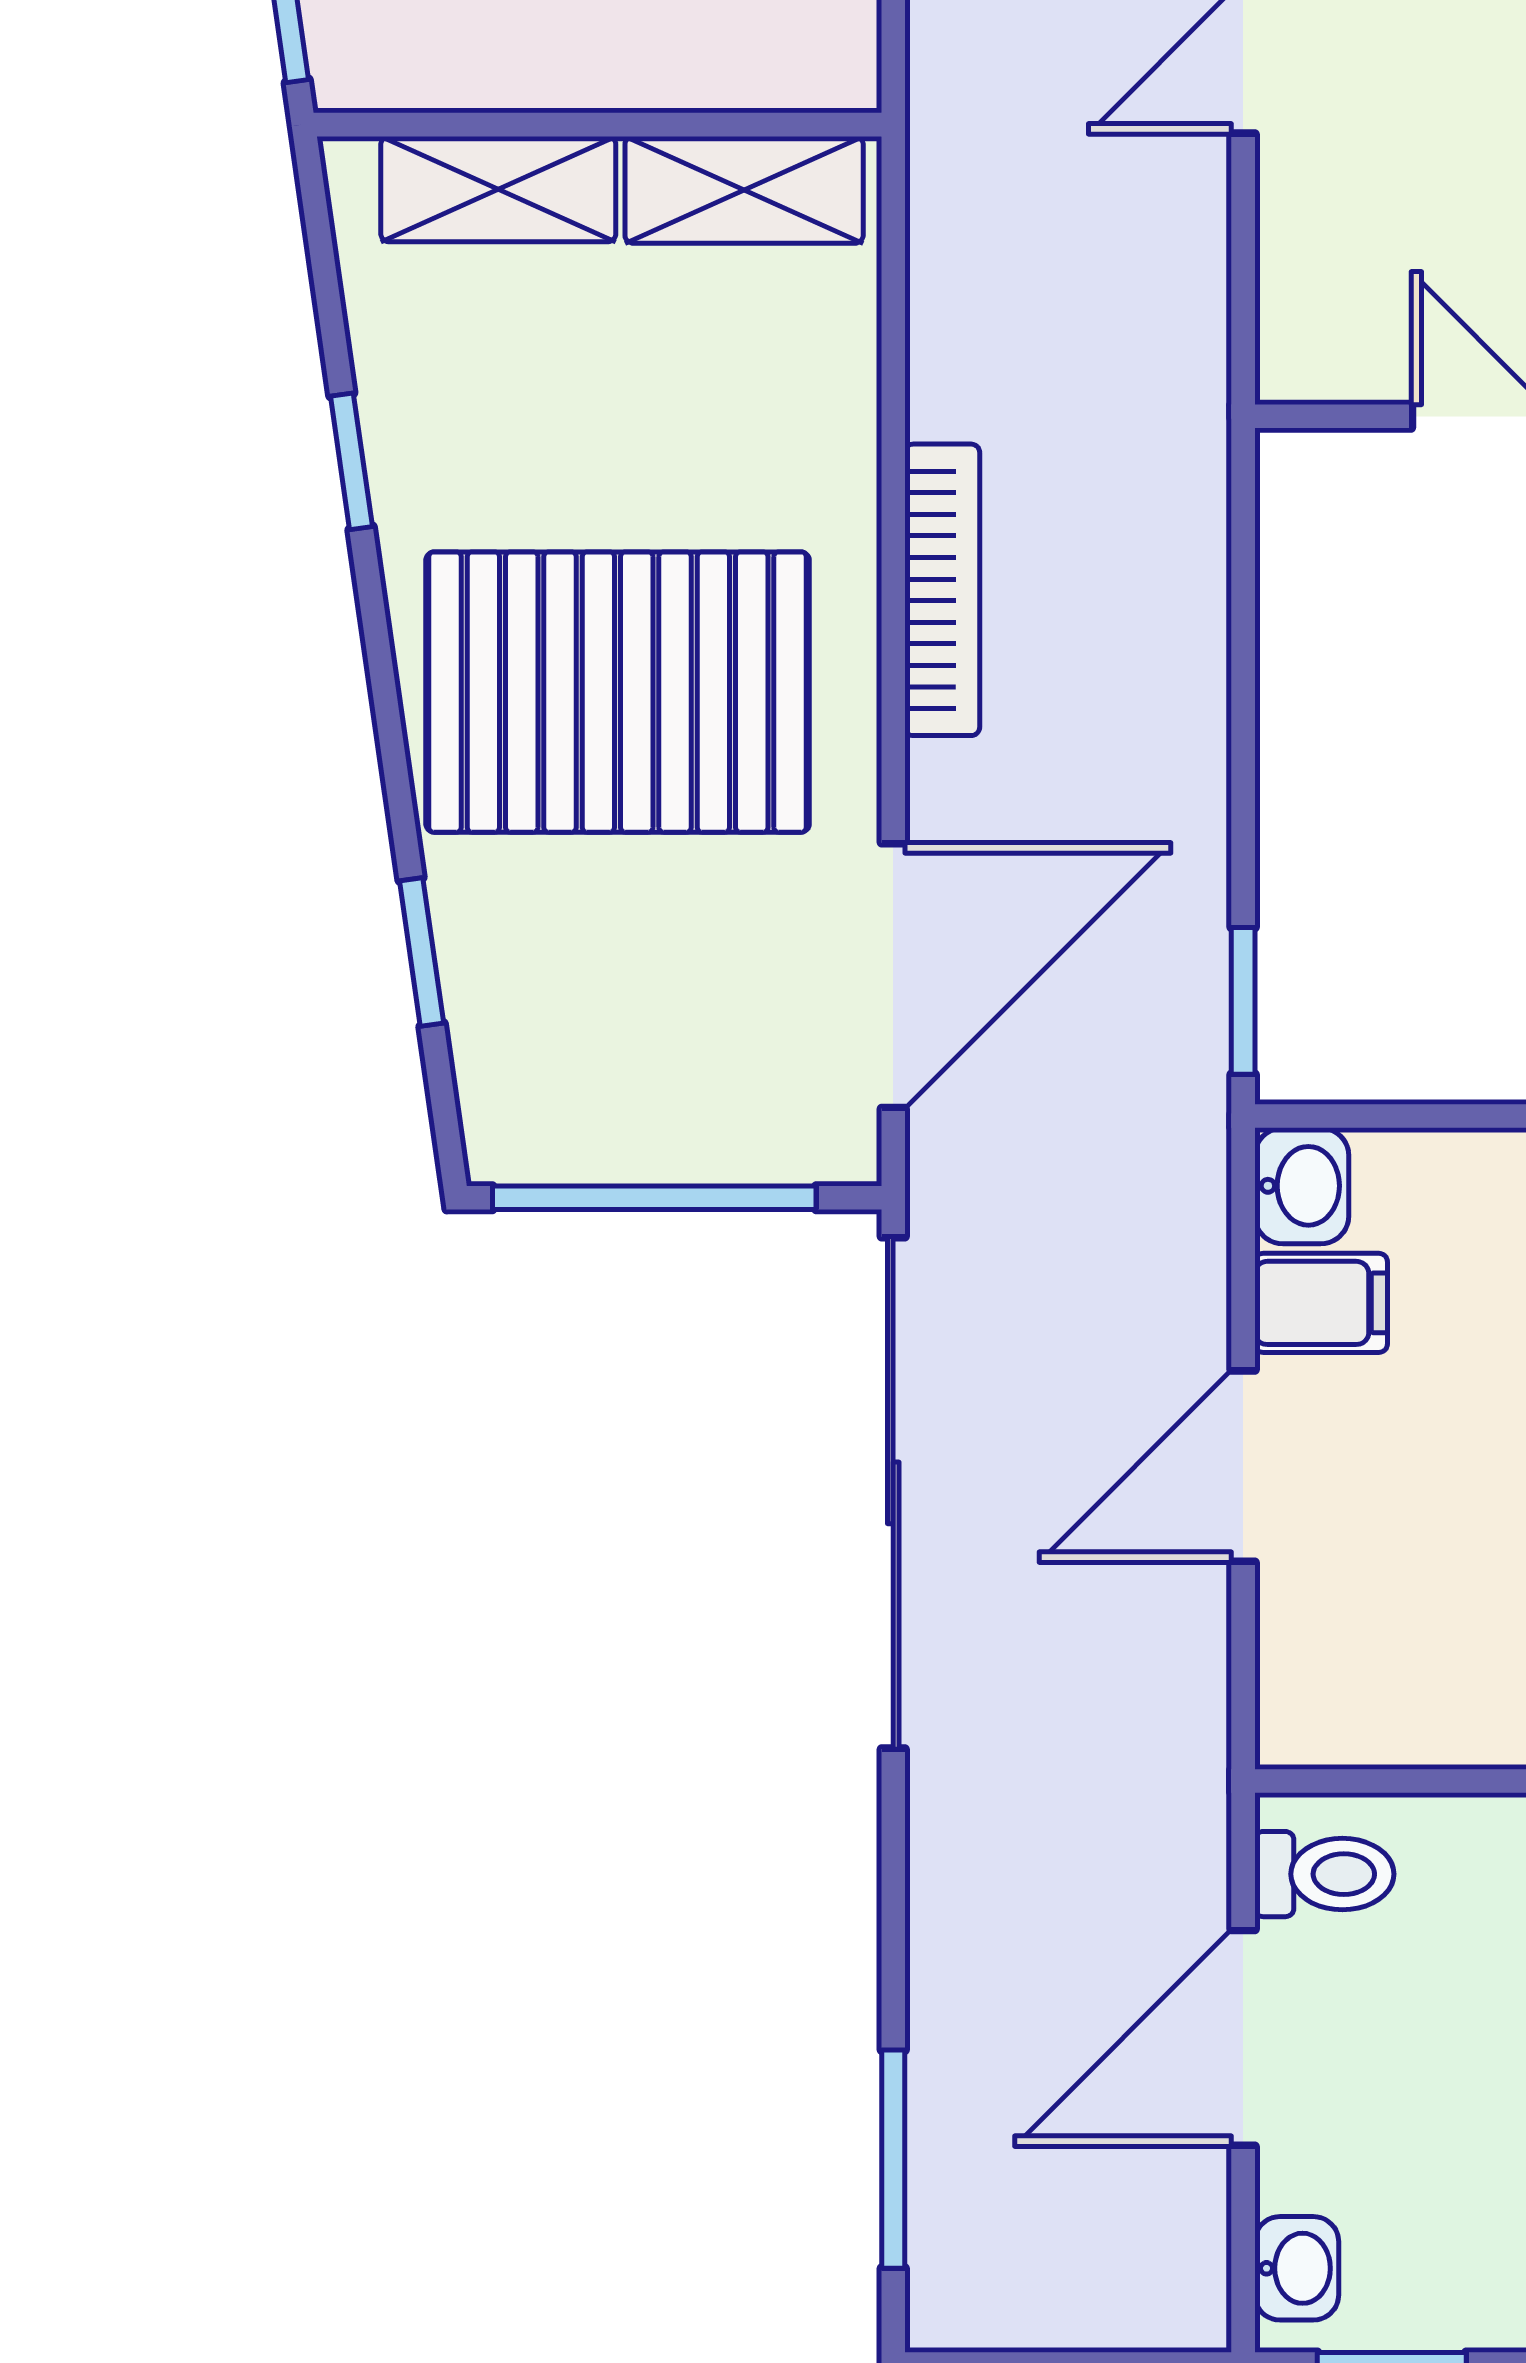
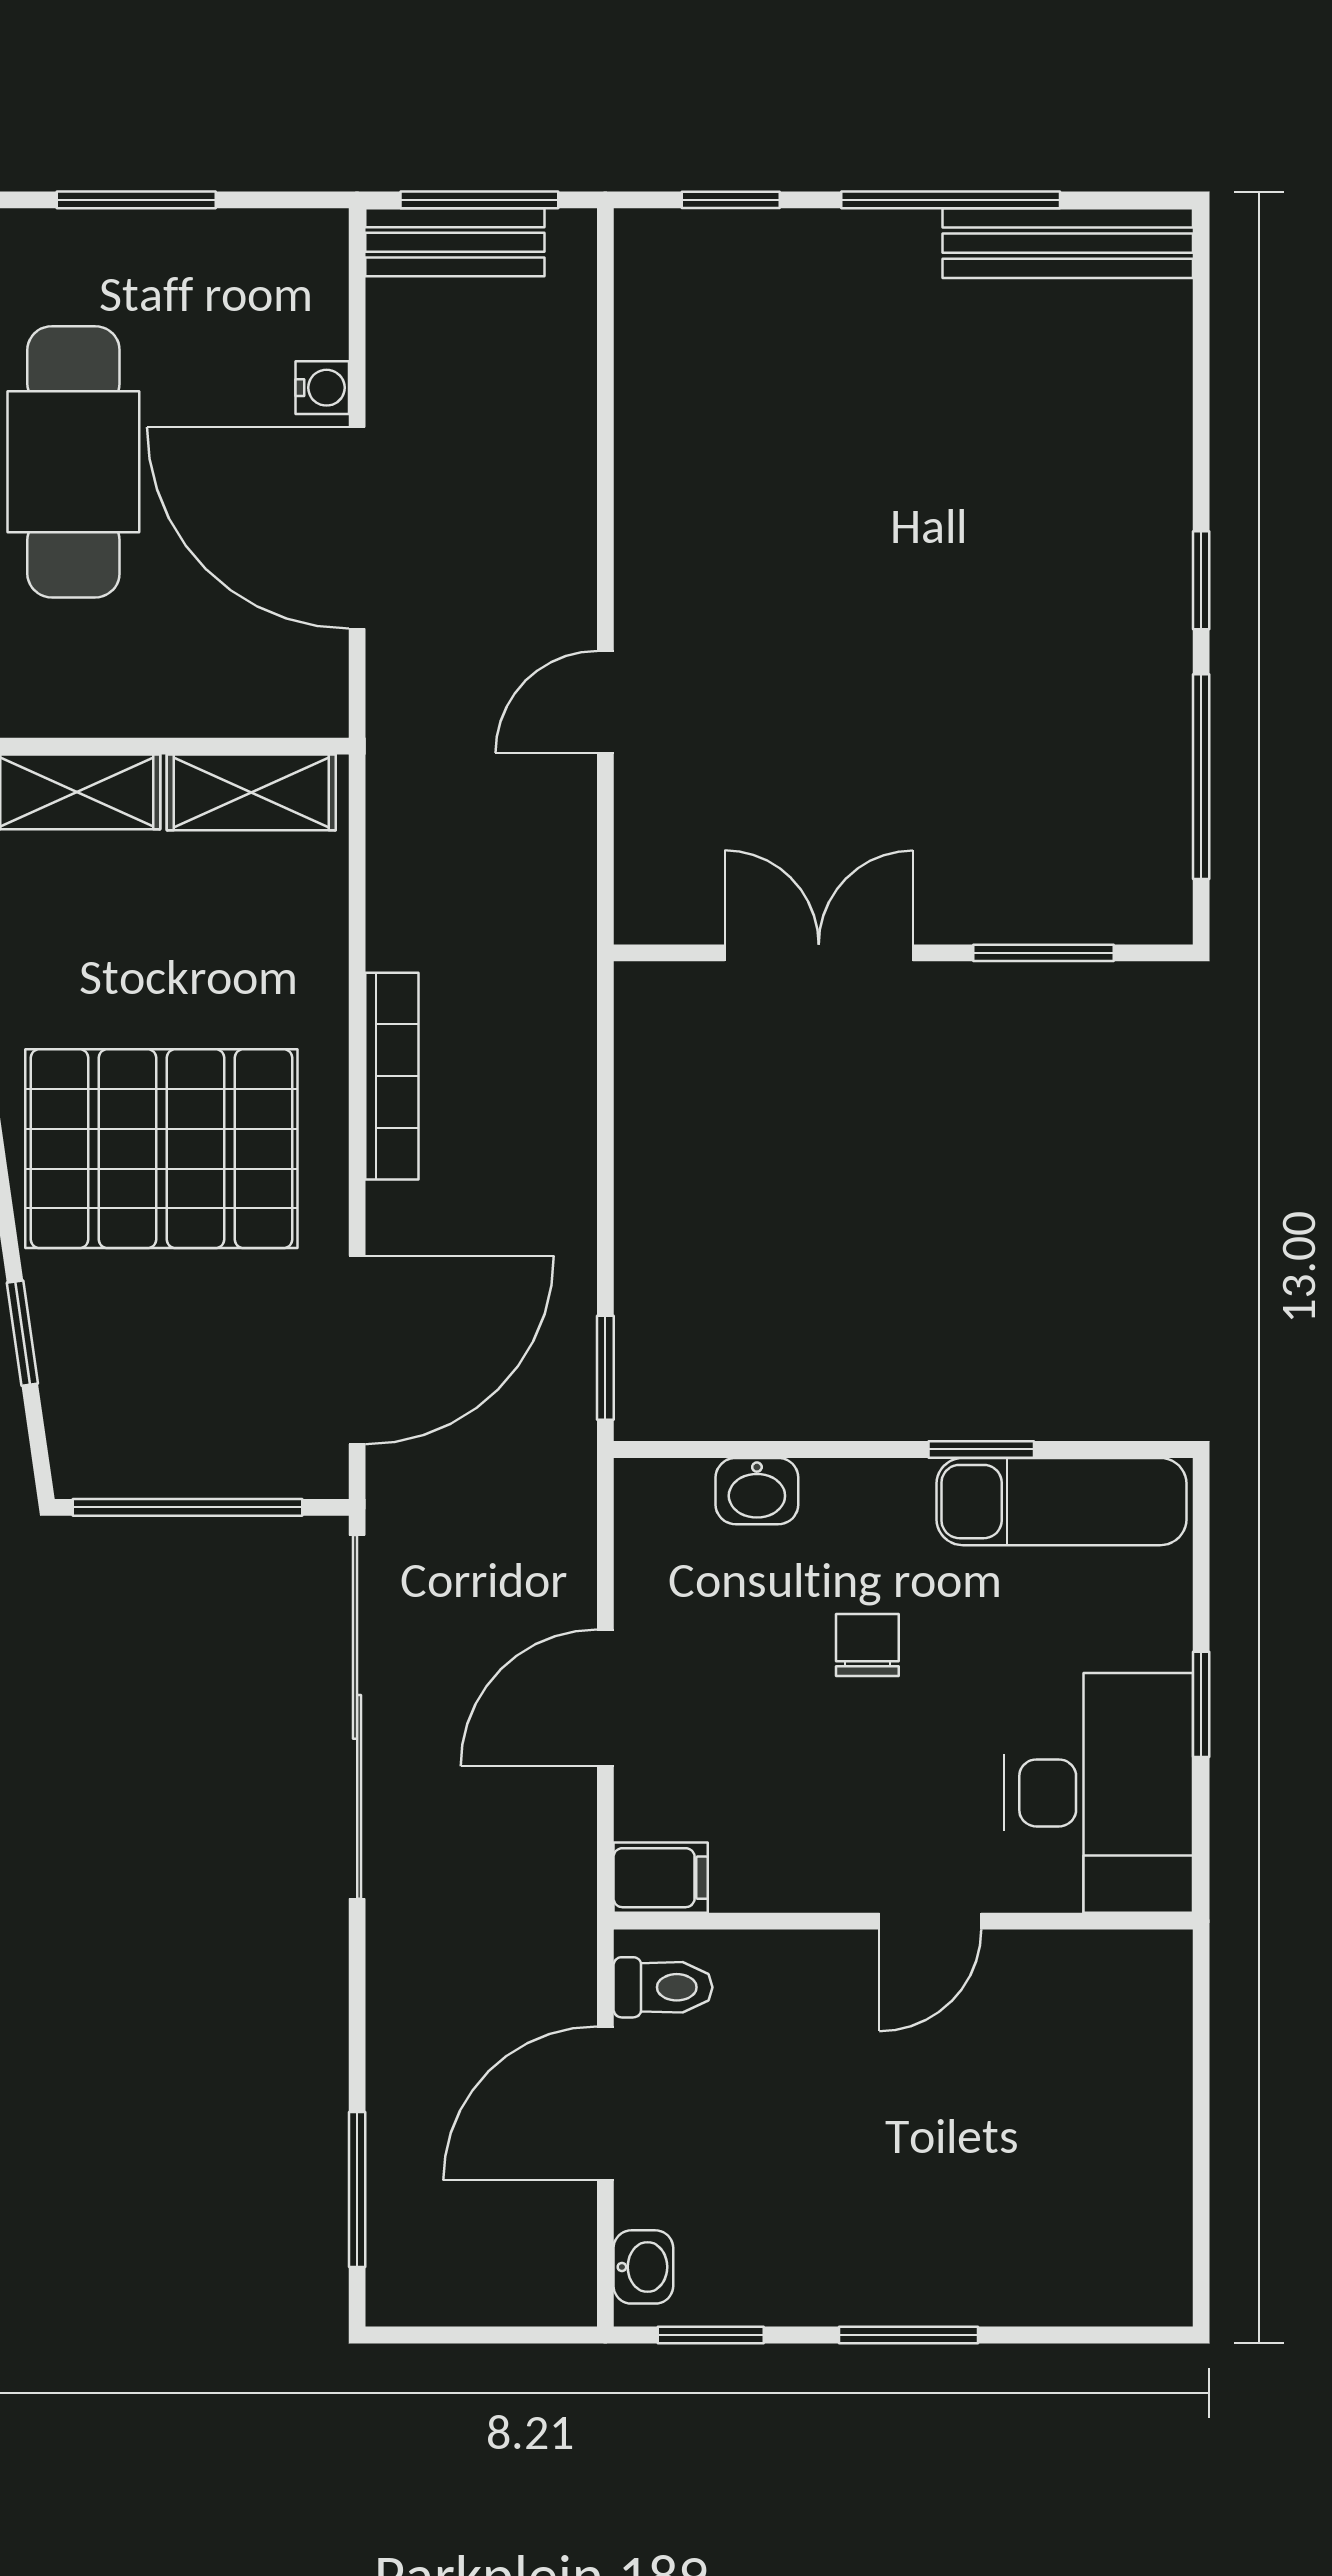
washbasin: (1302, 1186) -> (757, 1491), moved, turned 90
filing cabinet: (1321, 1303) -> (661, 1878), moved

